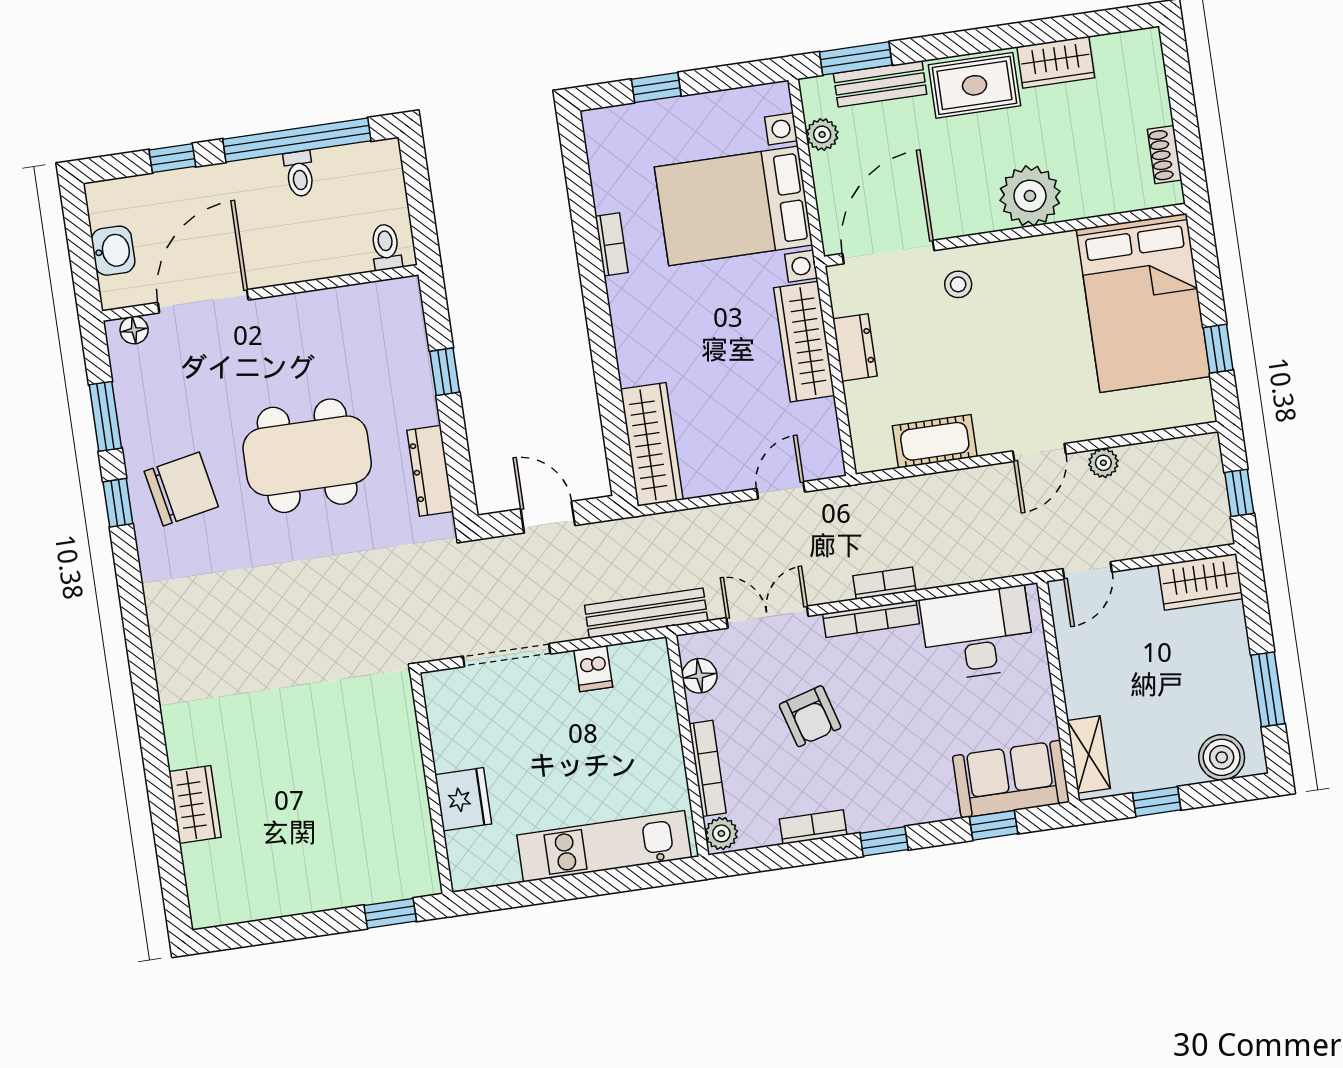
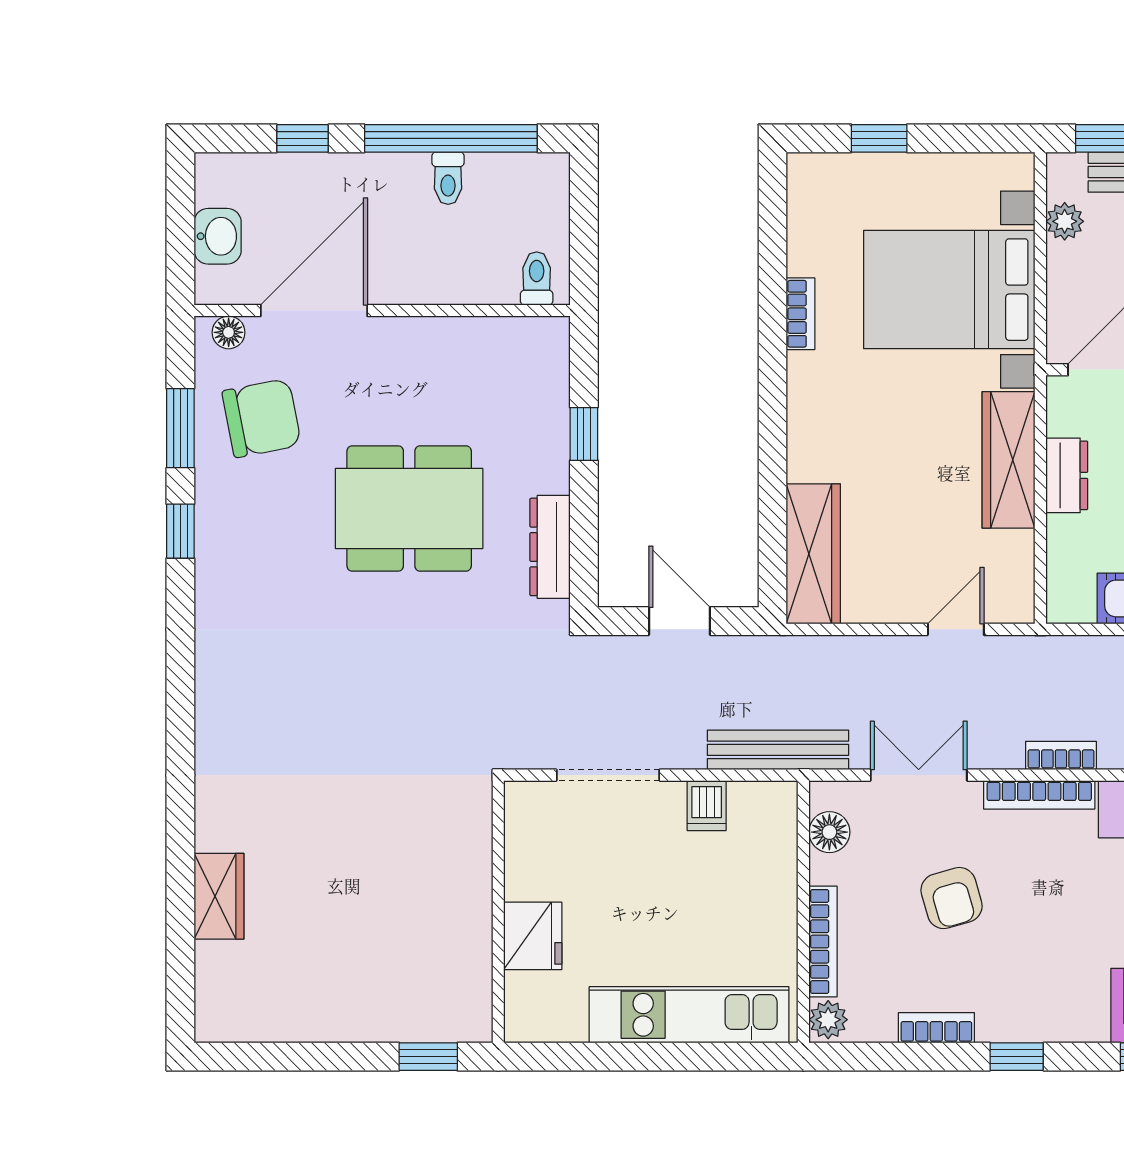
chair: (181, 489) -> (262, 418), moved

